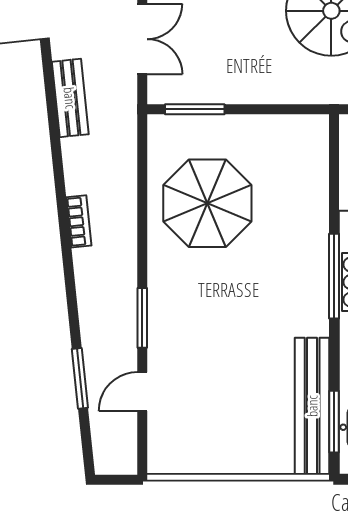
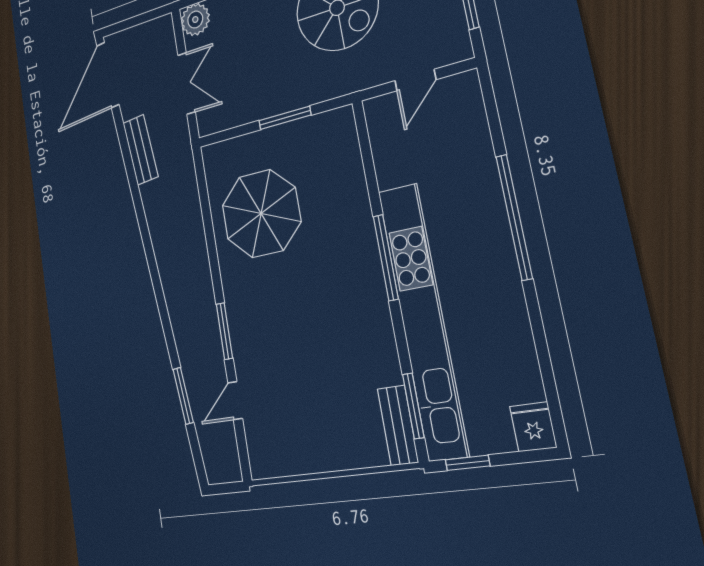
window: (195, 109) -> (285, 118), moved
bookcase: (79, 221) -> (162, 254), removed
bench: (312, 406) -> (398, 425), width x0.54, depth x0.82

